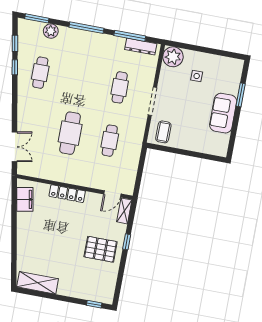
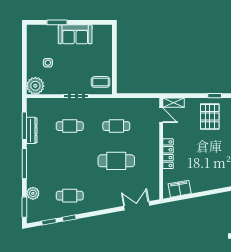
dresser: (141, 47) -> (32, 130), moved
window: (127, 242) -> (215, 96), moved

